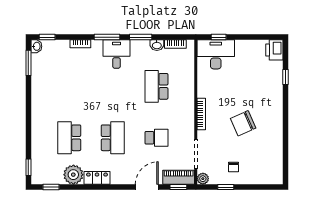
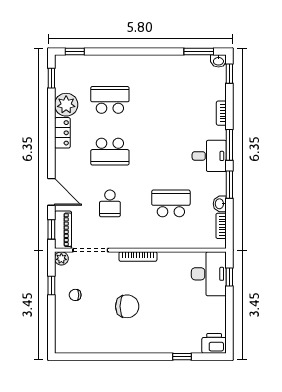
chair: (243, 123) -> (127, 306), turned 114

